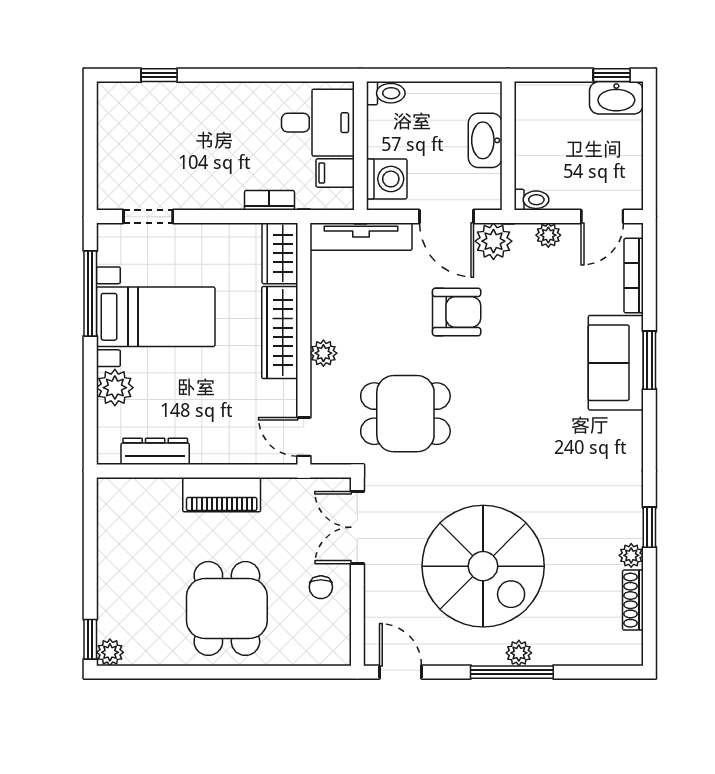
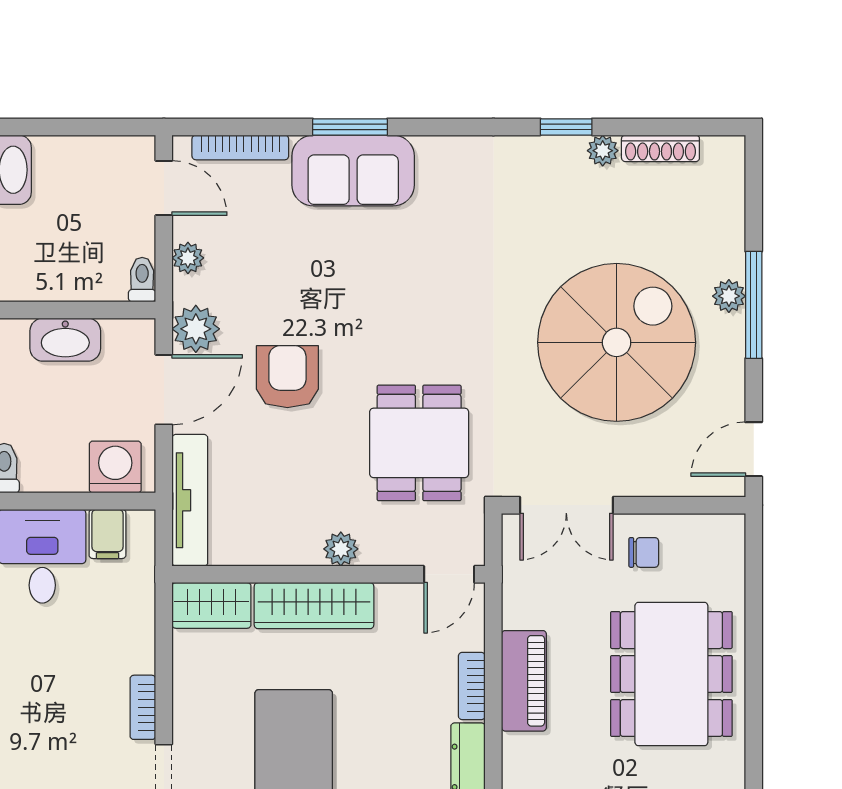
bookcase: (269, 200) -> (143, 707), moved
bookcase: (218, 454) -> (472, 686), added
dining table: (227, 608) -> (671, 674), width x1.38

